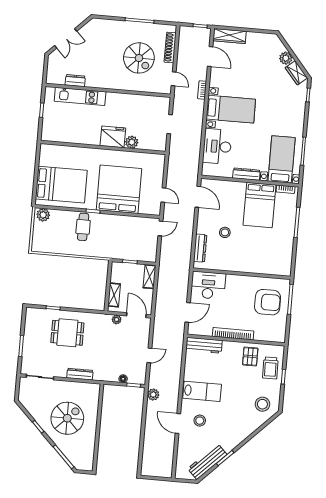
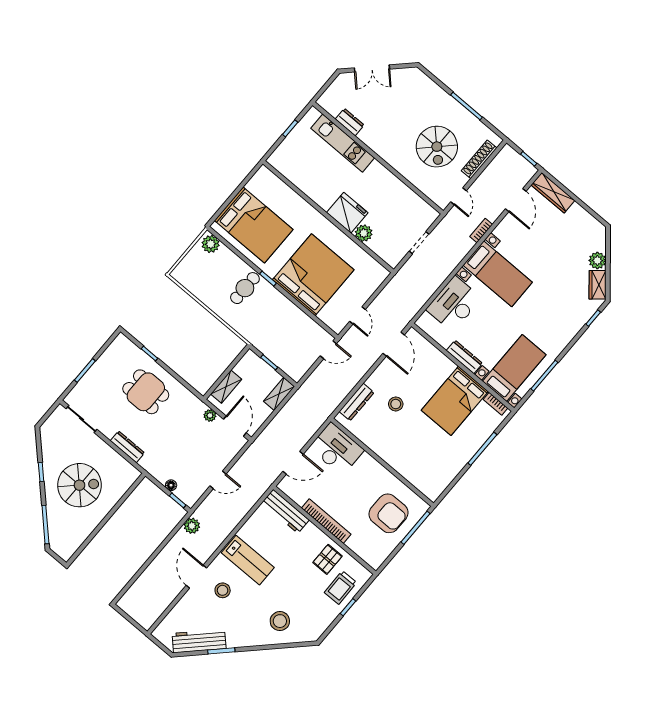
stool: (262, 404) -> (280, 621), moved

